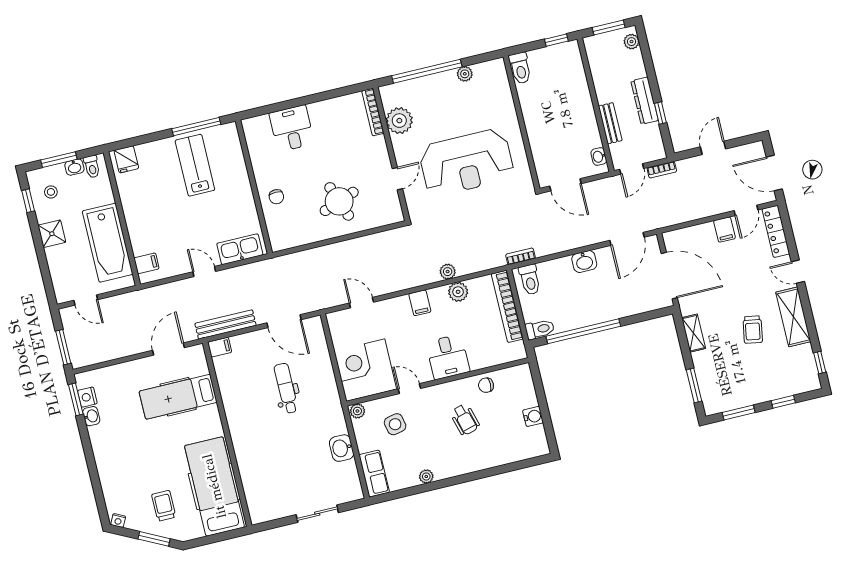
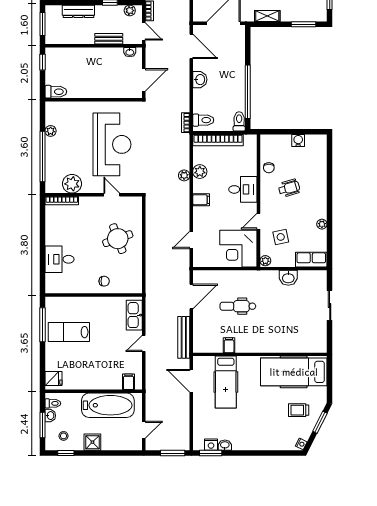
plant: (632, 42) -> (130, 11), moved
dresser: (644, 101) -> (78, 11), moved
filing cabinet: (220, 347) -> (229, 345), moved

